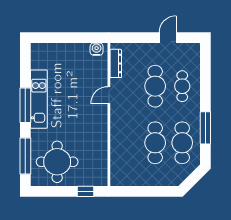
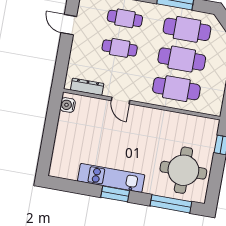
cafe table: (155, 86) -> (120, 48), width x0.73, depth x0.74
window: (25, 105) -> (115, 194), width x0.69
cafe table: (128, 143) -> (176, 89), added

